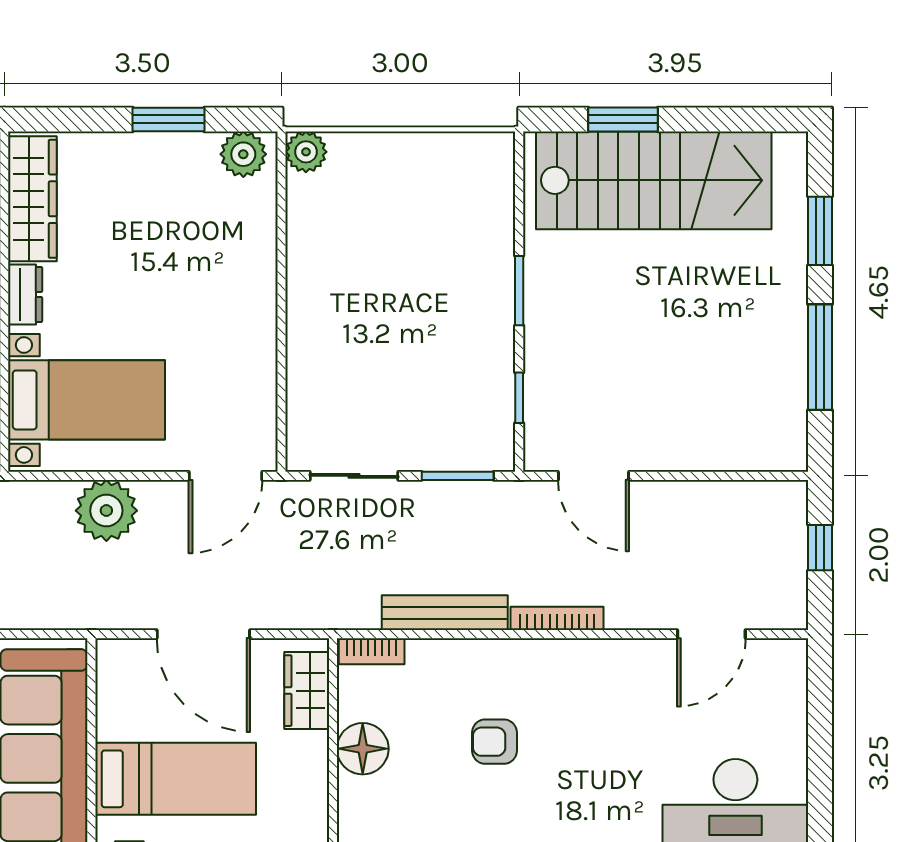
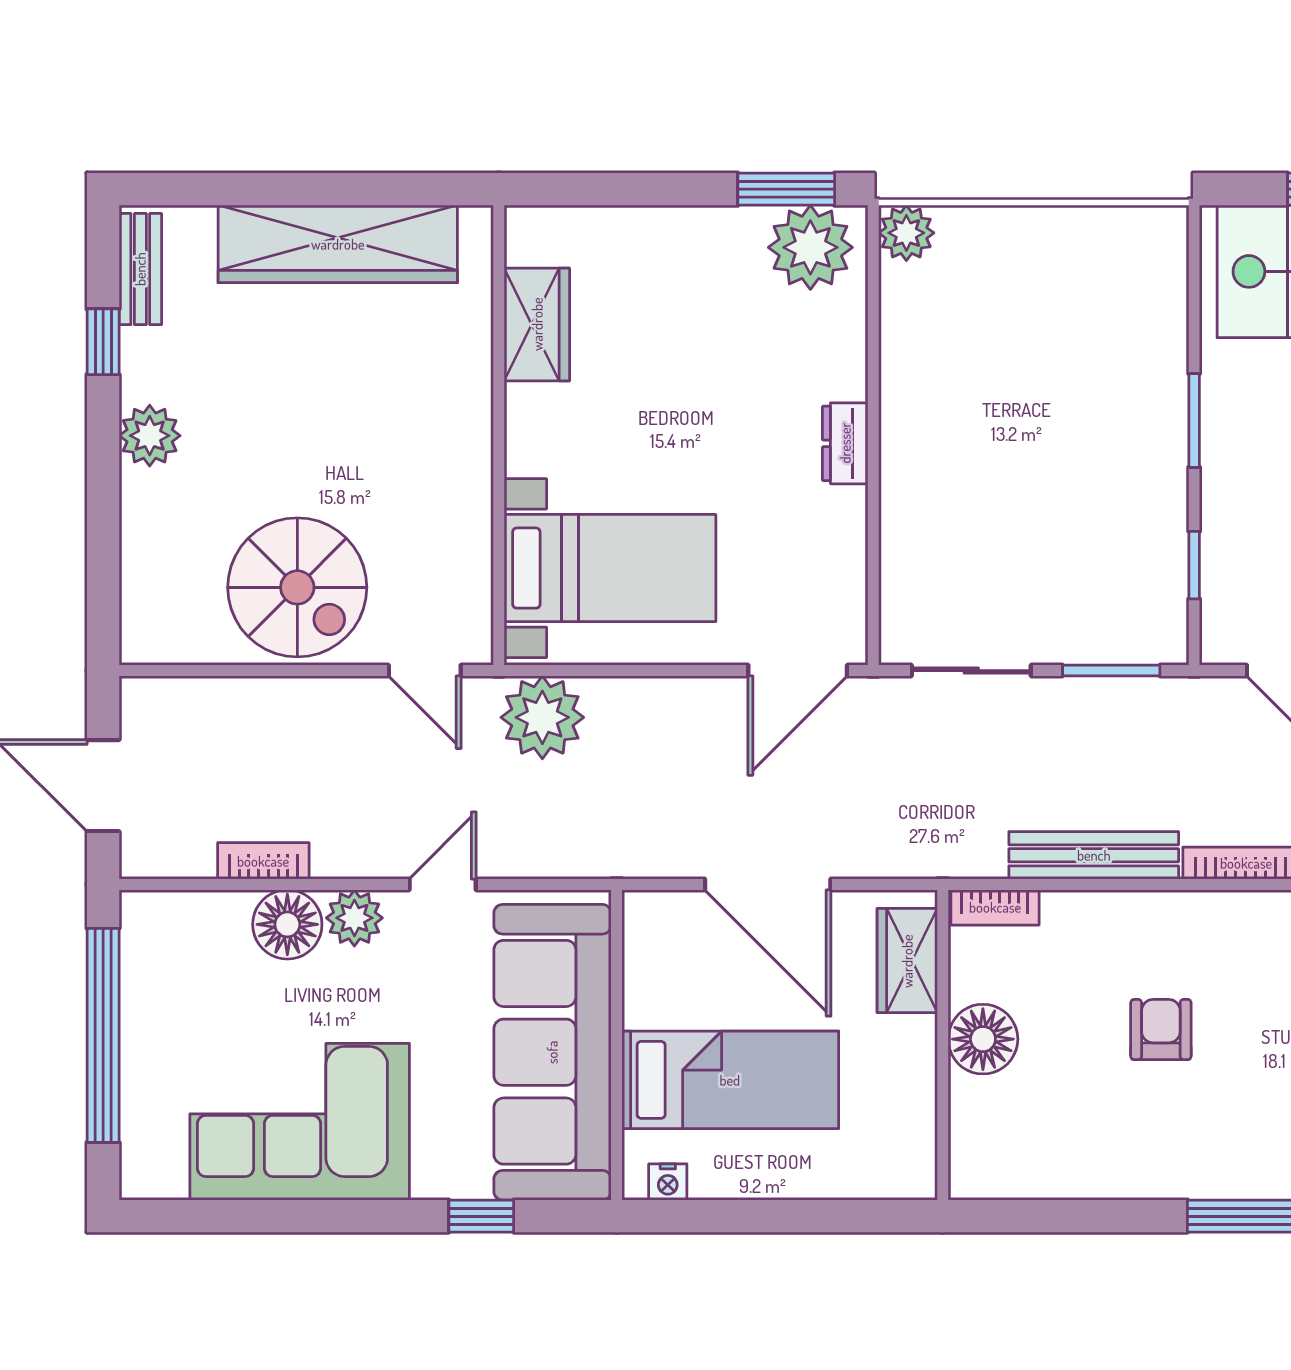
window: (168, 119) -> (786, 189), moved
plant: (243, 154) -> (810, 247), width x1.36, depth x1.36
wardrobe: (32, 199) -> (537, 324), width x0.67
dresser: (25, 294) -> (845, 443), moved, turned 180
plant: (106, 511) -> (542, 717), moved
armchair: (494, 742) -> (1161, 1030), turned 90

